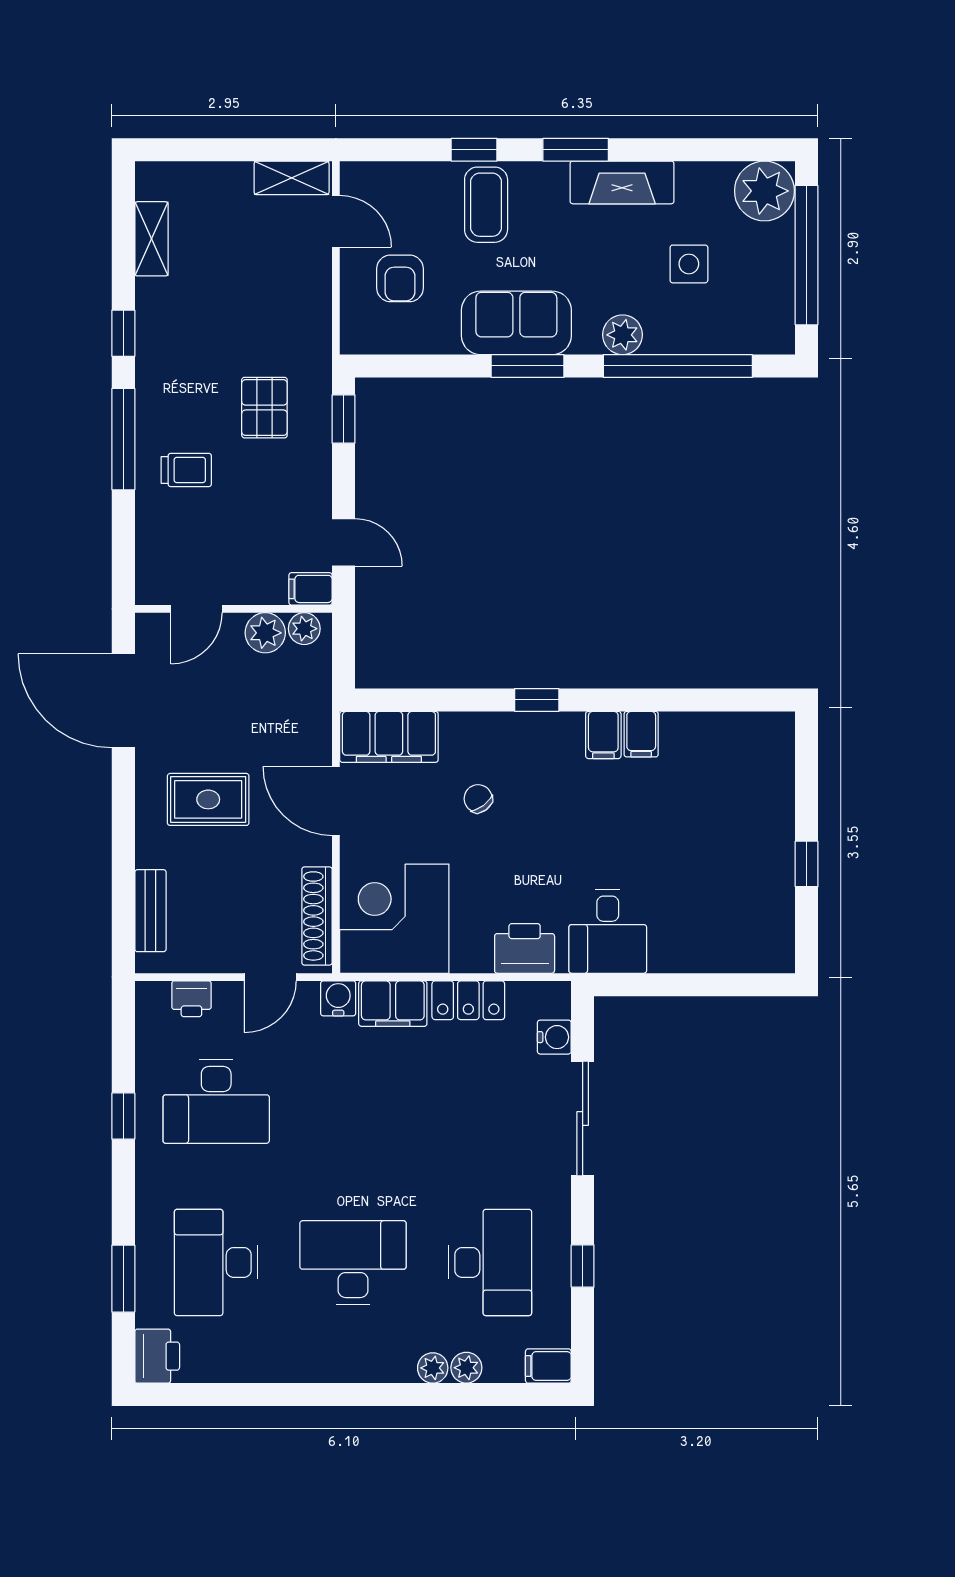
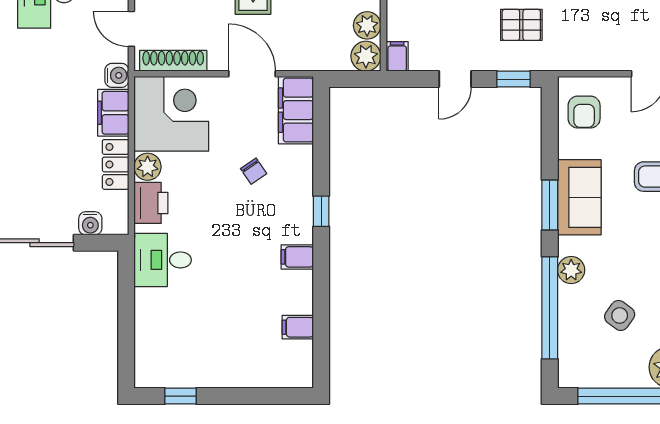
side table: (689, 264) -> (620, 315), turned 36
armchair: (400, 278) -> (584, 112), moved, turned -90
door: (344, 542) -> (455, 79), moved
plant: (304, 629) -> (366, 56), width x1.38, depth x1.38
filing cabinet: (641, 734) -> (298, 327), moved
chair: (478, 799) -> (254, 171), turned 93
door: (336, 801) -> (252, 74), hinge flipped
window: (807, 864) -> (180, 396), moved
plant: (472, 953) -> (148, 167), added

